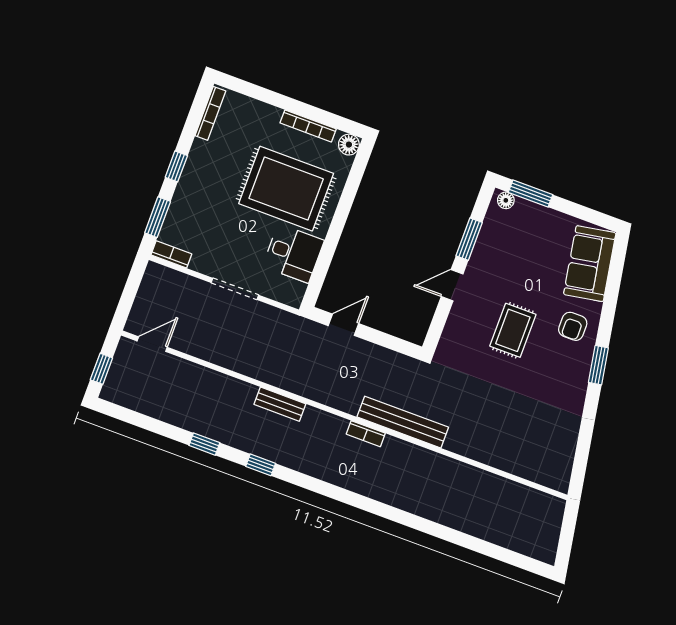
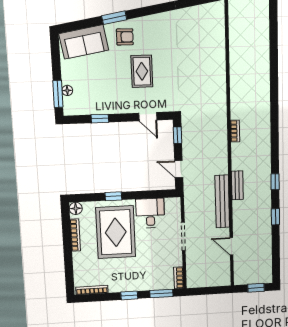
floor lamp: (506, 200) -> (67, 90), moved
window: (343, 209) -> (113, 196), added
window: (469, 239) -> (100, 119), width x0.67
door: (452, 285) -> (148, 117), moved
rug: (513, 330) -> (142, 71), turned 90
door: (152, 344) -> (231, 246), moved
window: (396, 344) -> (178, 135), added
window: (598, 365) -> (114, 18), moved
bench: (403, 422) -> (222, 201), moved

